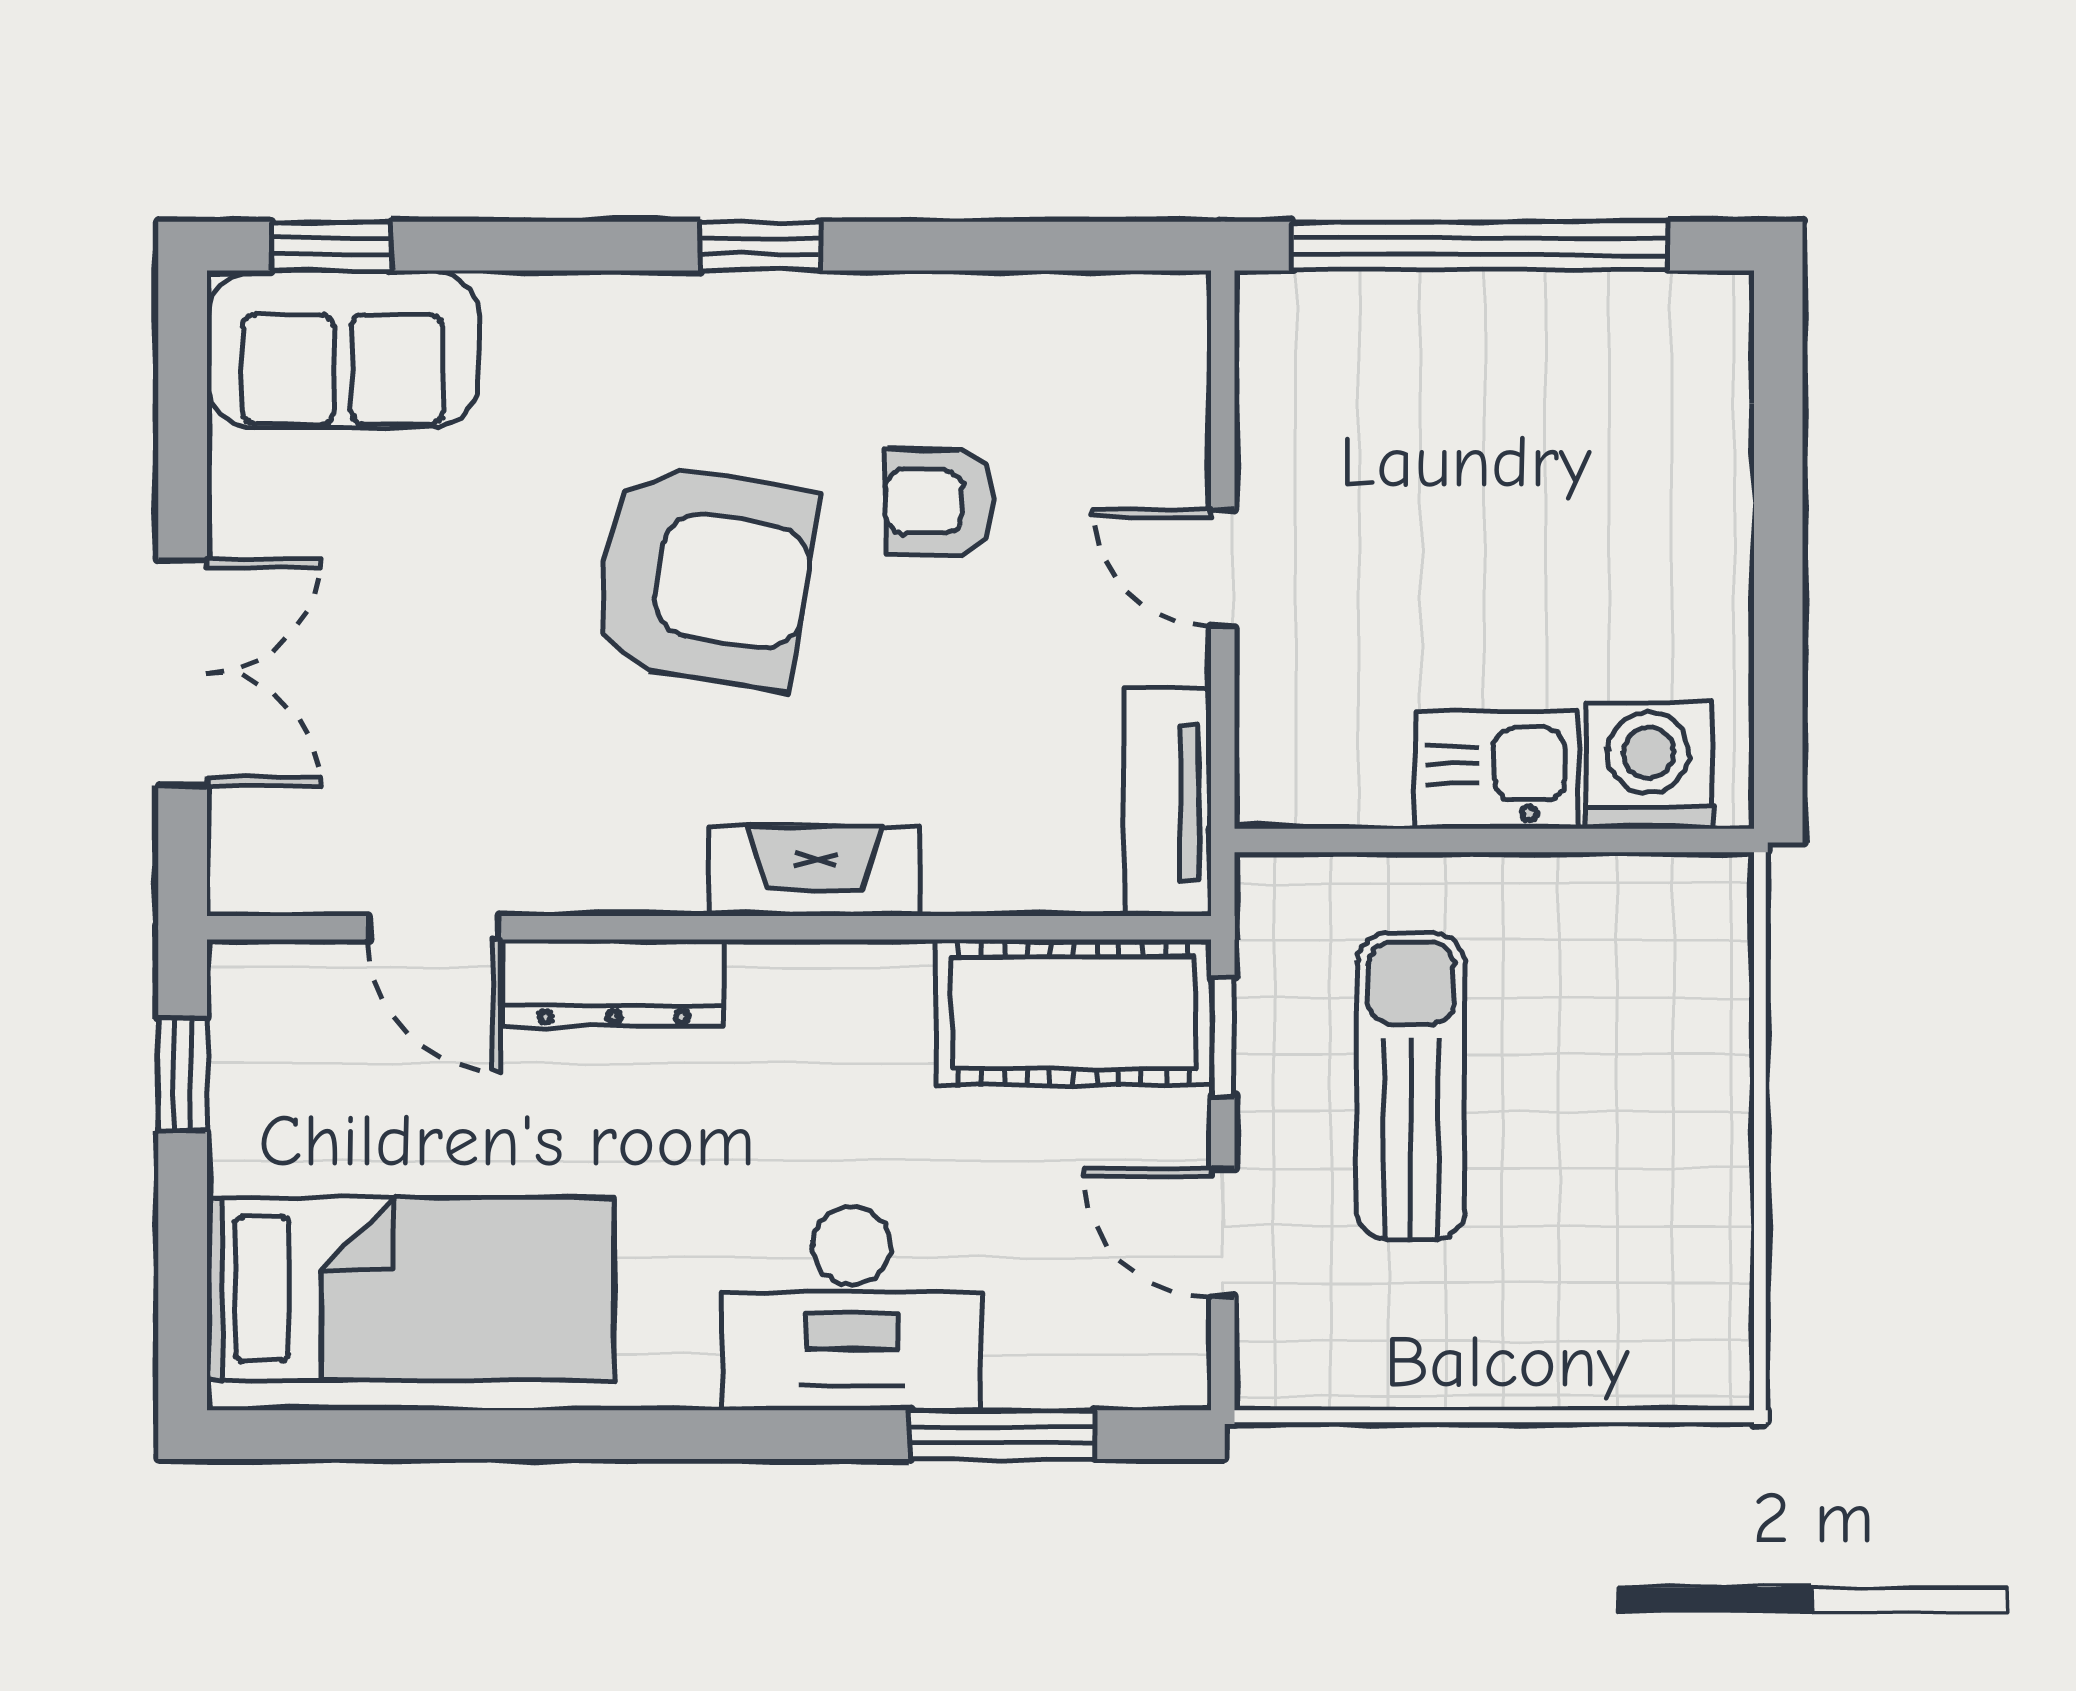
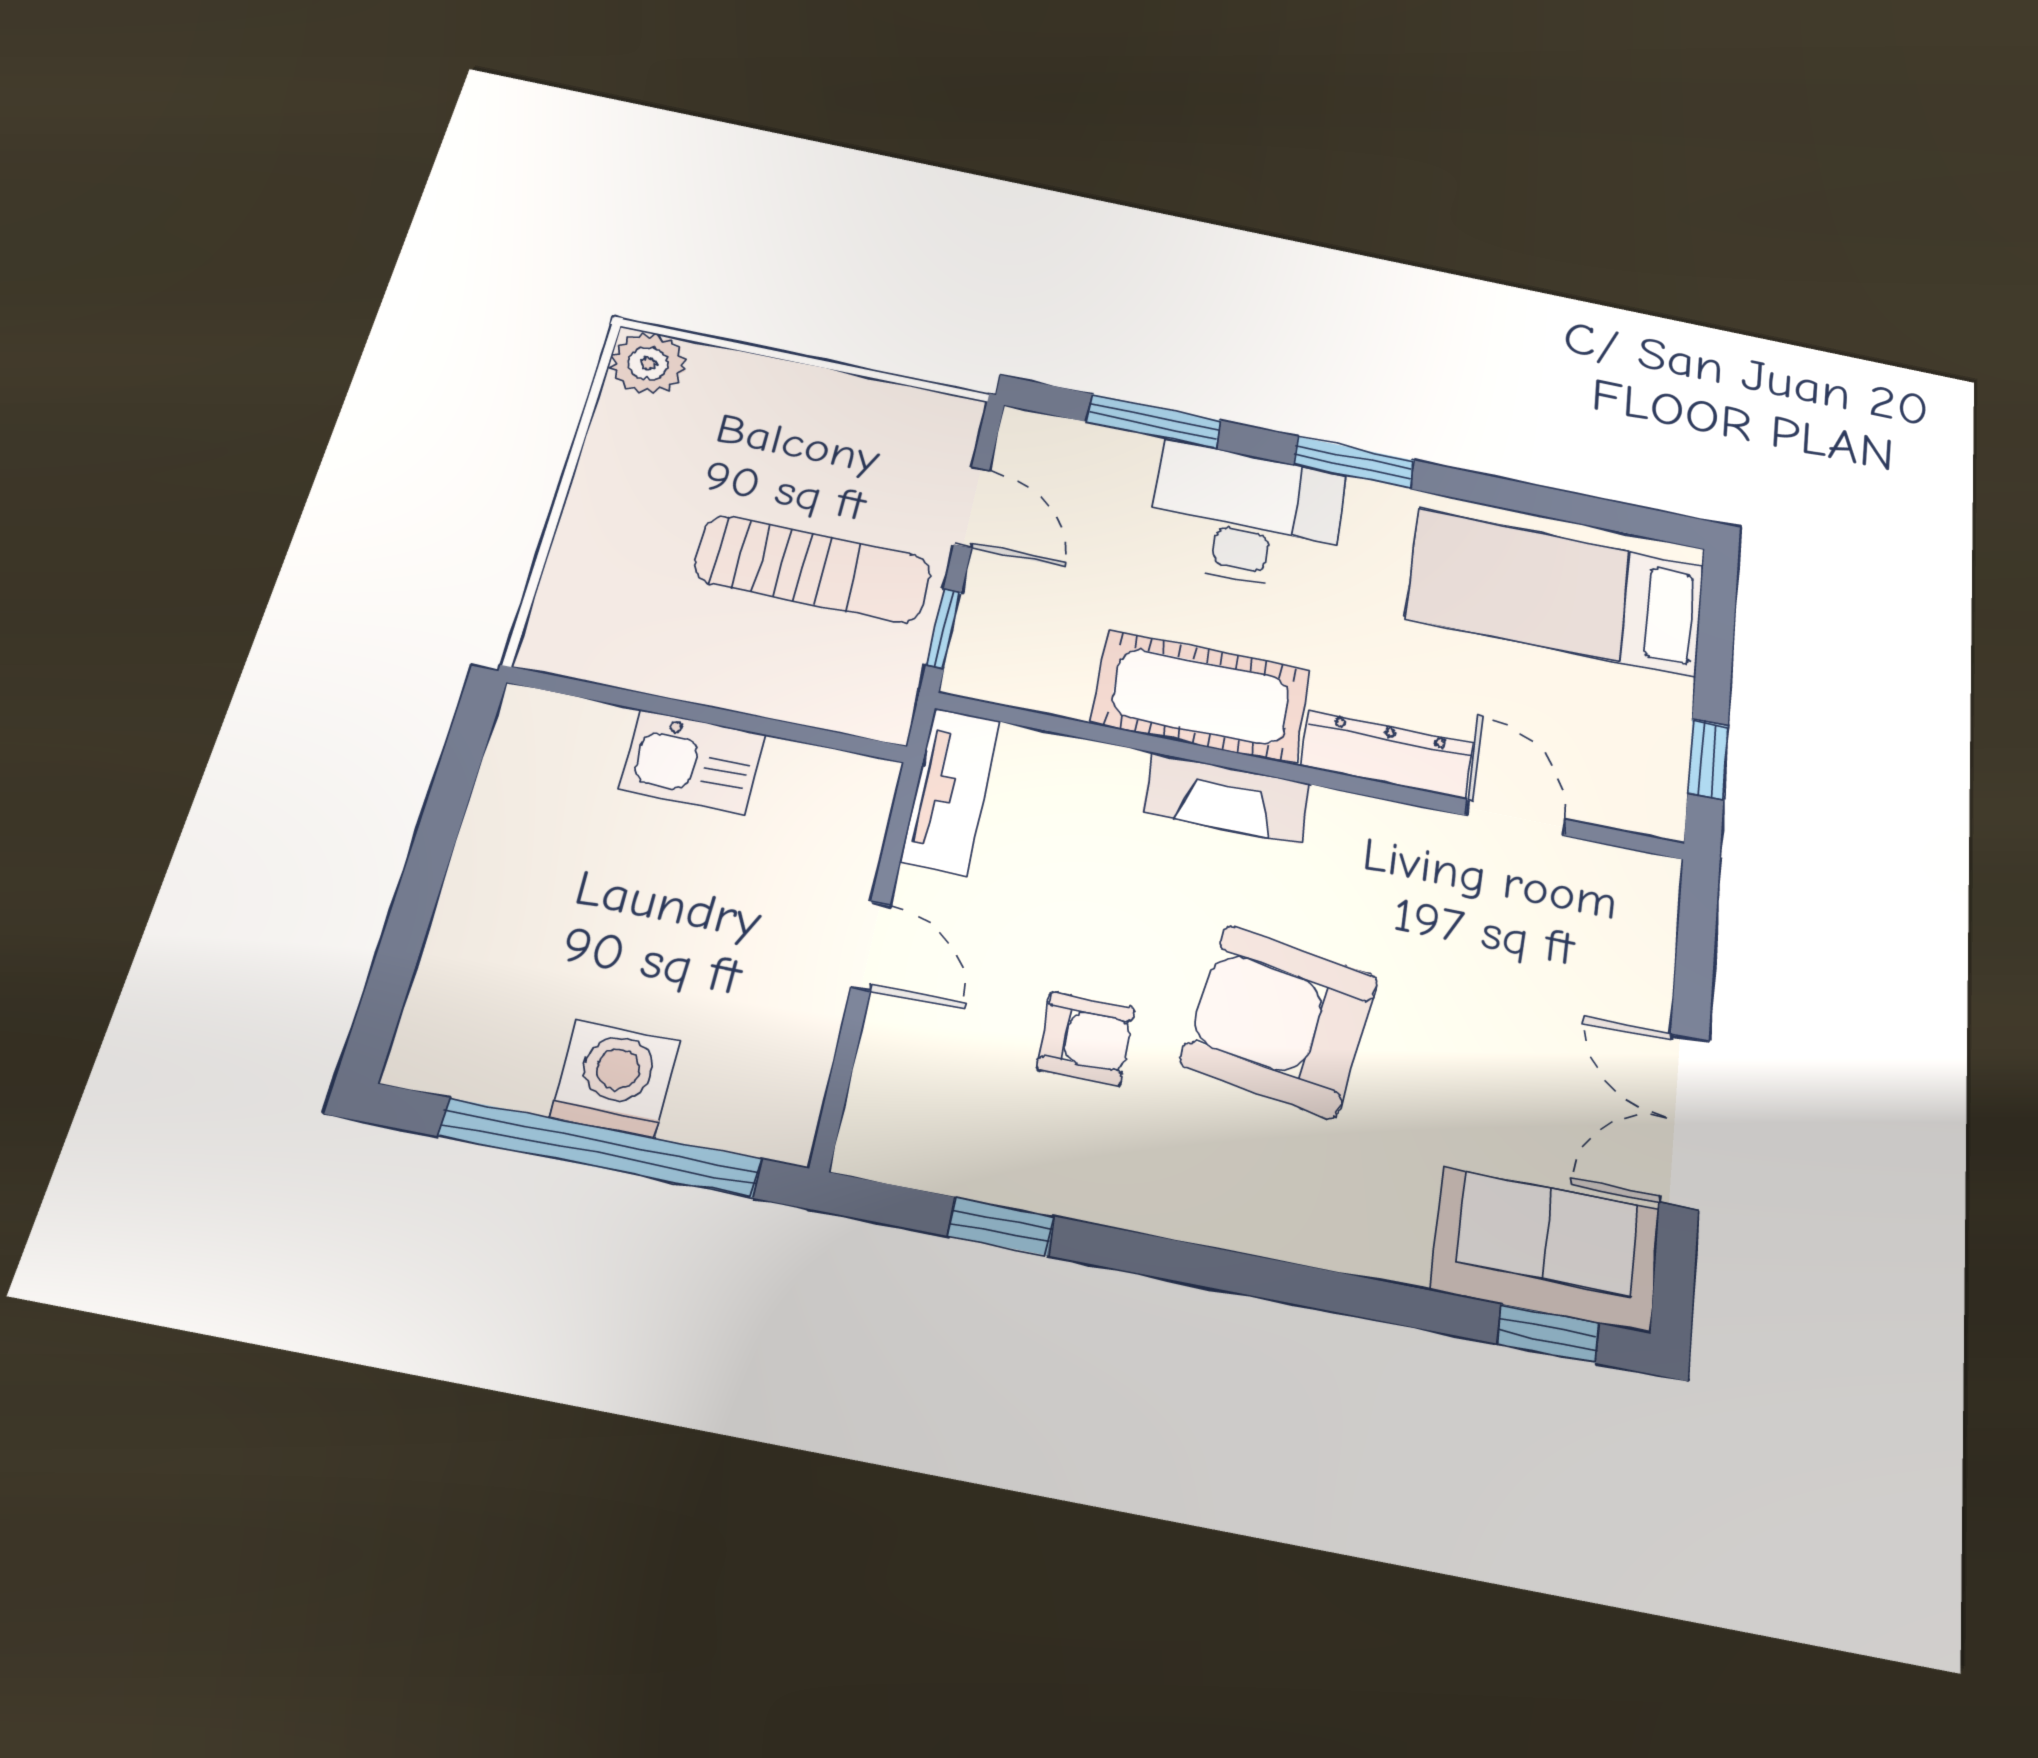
window: (760, 246) -> (1001, 1226), moved
double door: (183, 673) -> (1684, 1121), moved
washing machine: (1649, 766) -> (615, 1079), moved, turned 180
cot: (1073, 1013) -> (1201, 697), moved
sun lounger: (1411, 1087) -> (813, 569), turned -90
plant: (1702, 1358) -> (648, 363), added
window: (715, 1435) -> (1354, 462), added

